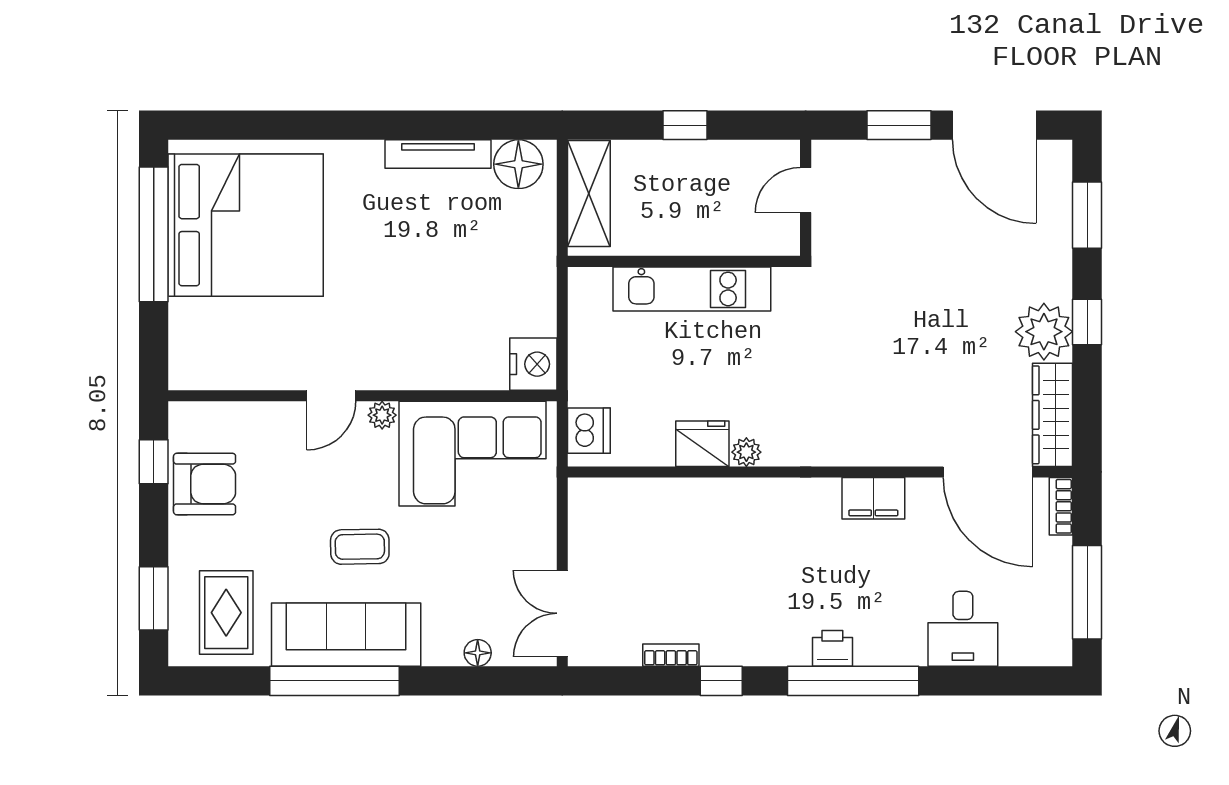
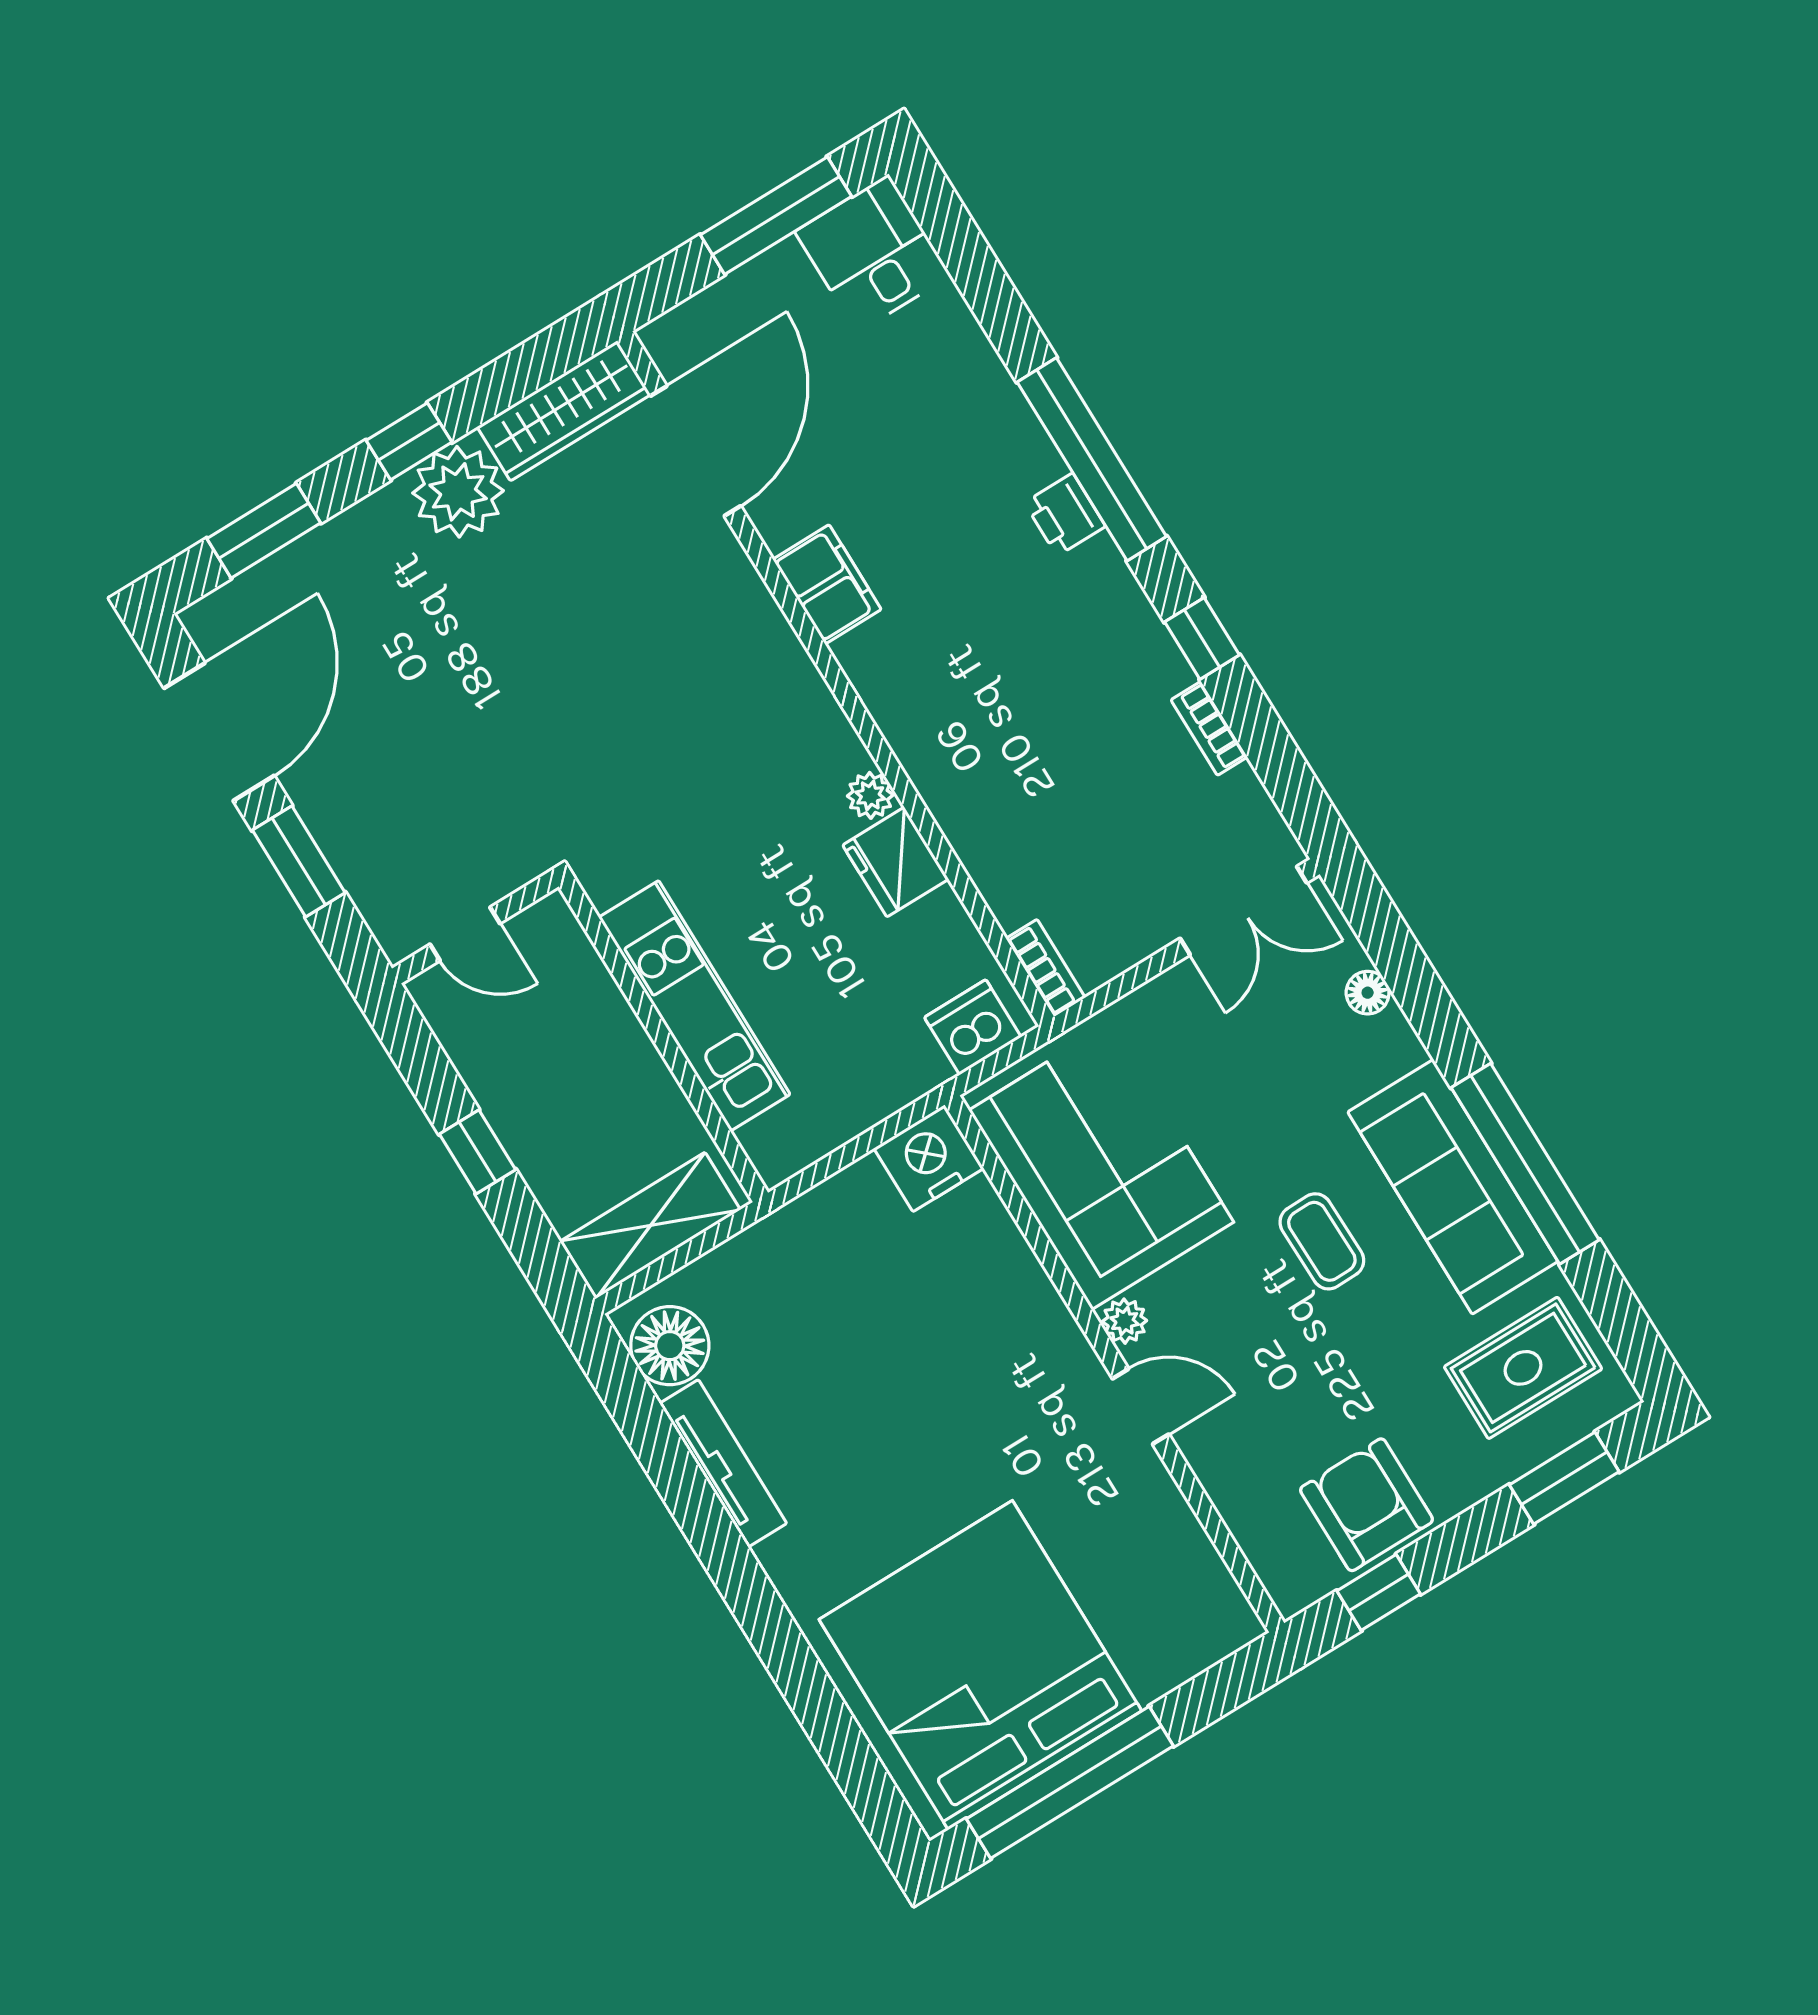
bookcase: (1061, 506) -> (1046, 968), moved, turned -90
desk: (963, 629) -> (873, 253), moved, turned -90

